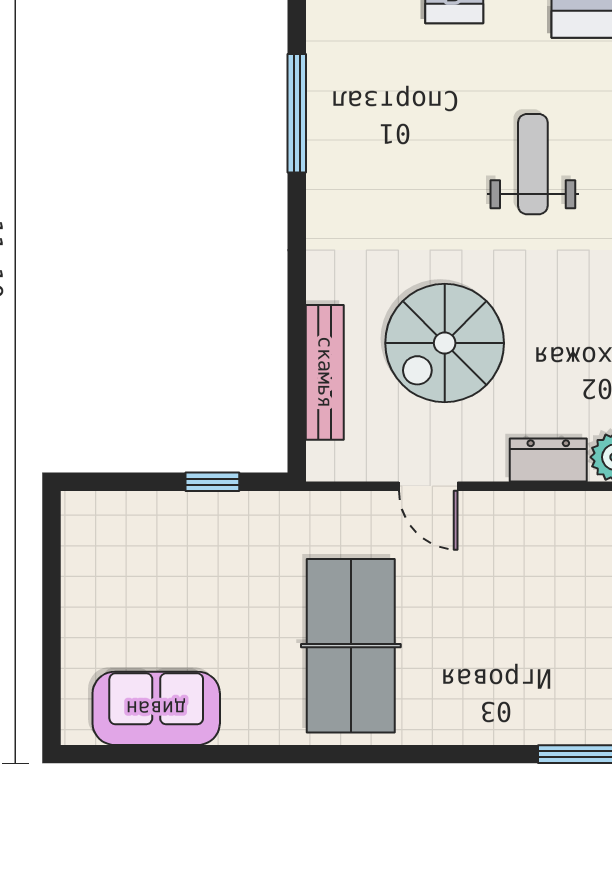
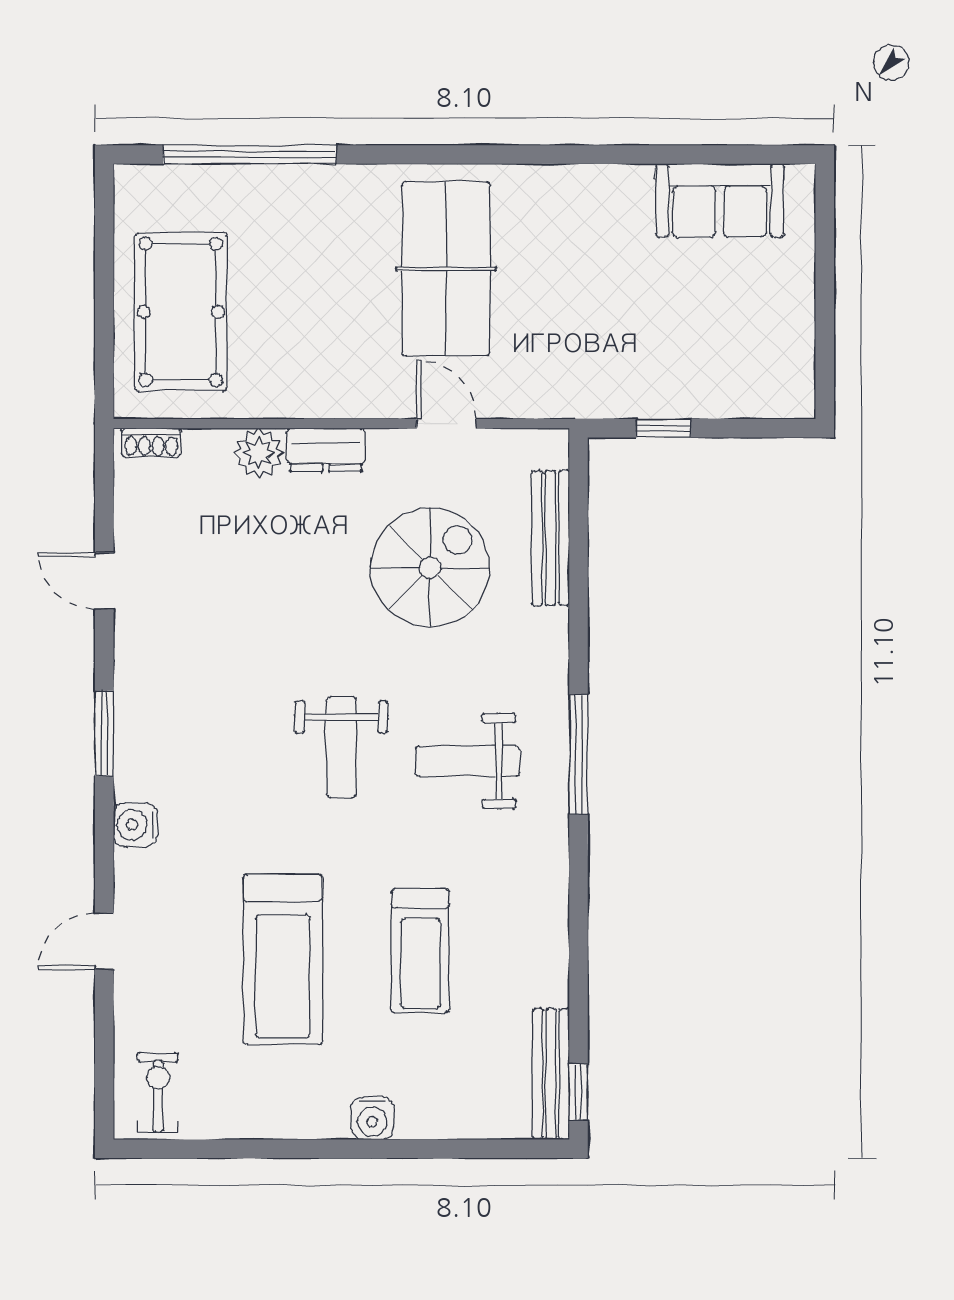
window: (297, 113) -> (578, 754), moved
weight bench: (407, 150) -> (468, 761), added
table tennis table: (351, 646) -> (446, 269), moved

